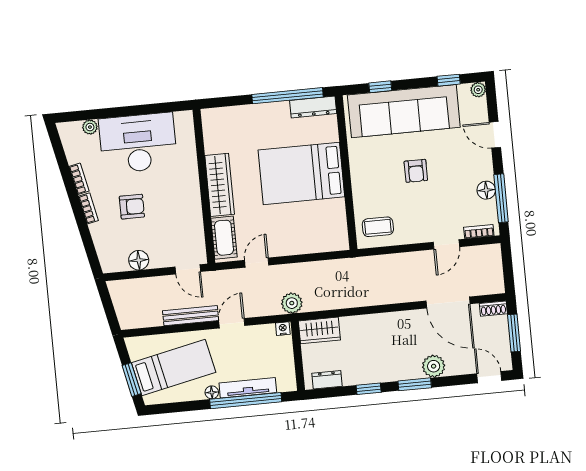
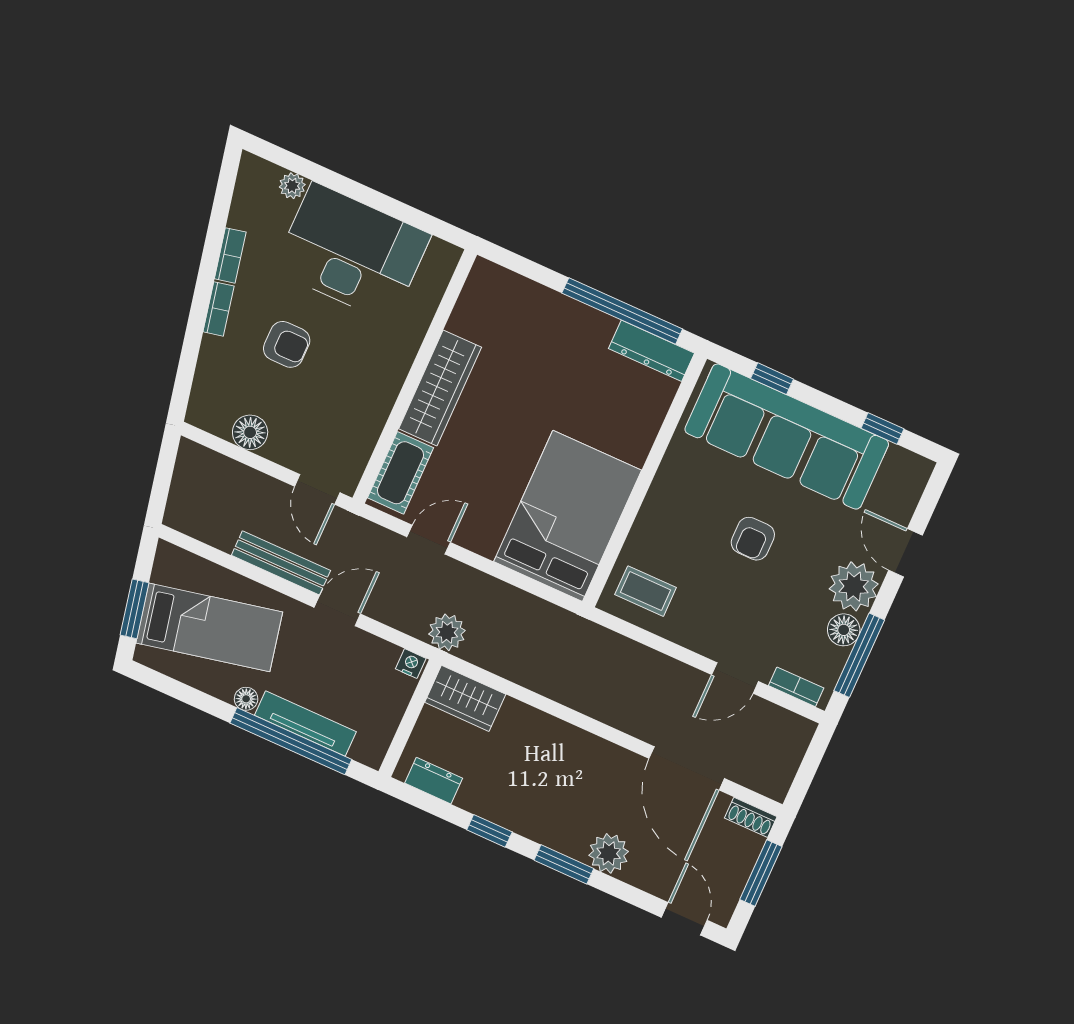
plant: (478, 90) -> (854, 586), moved, width x1.88, depth x1.88
bed: (301, 173) -> (568, 516), moved, turned 90

